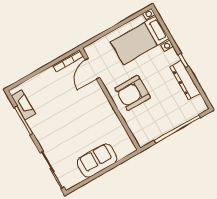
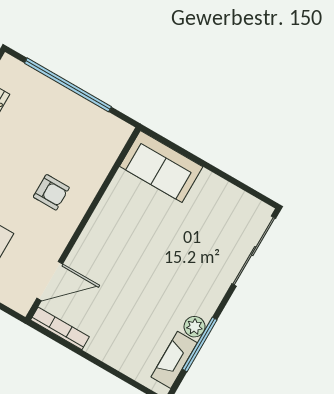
armchair: (133, 93) -> (51, 192), width x0.53, depth x0.53
plant: (33, 123) -> (195, 327), added
sofa: (97, 161) -> (161, 167), moved

